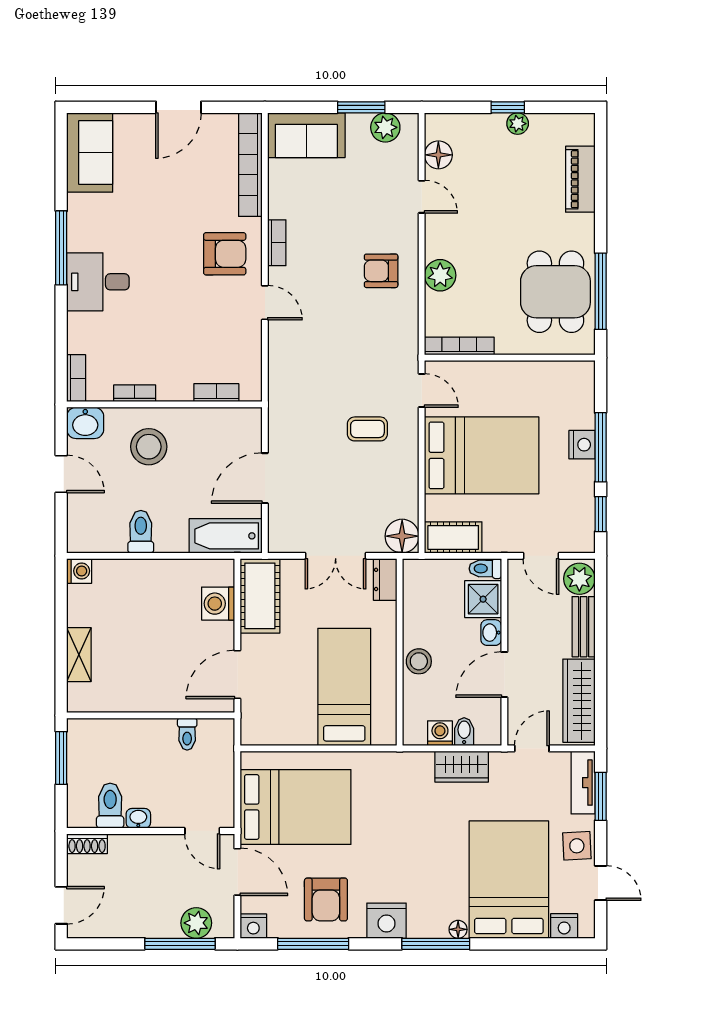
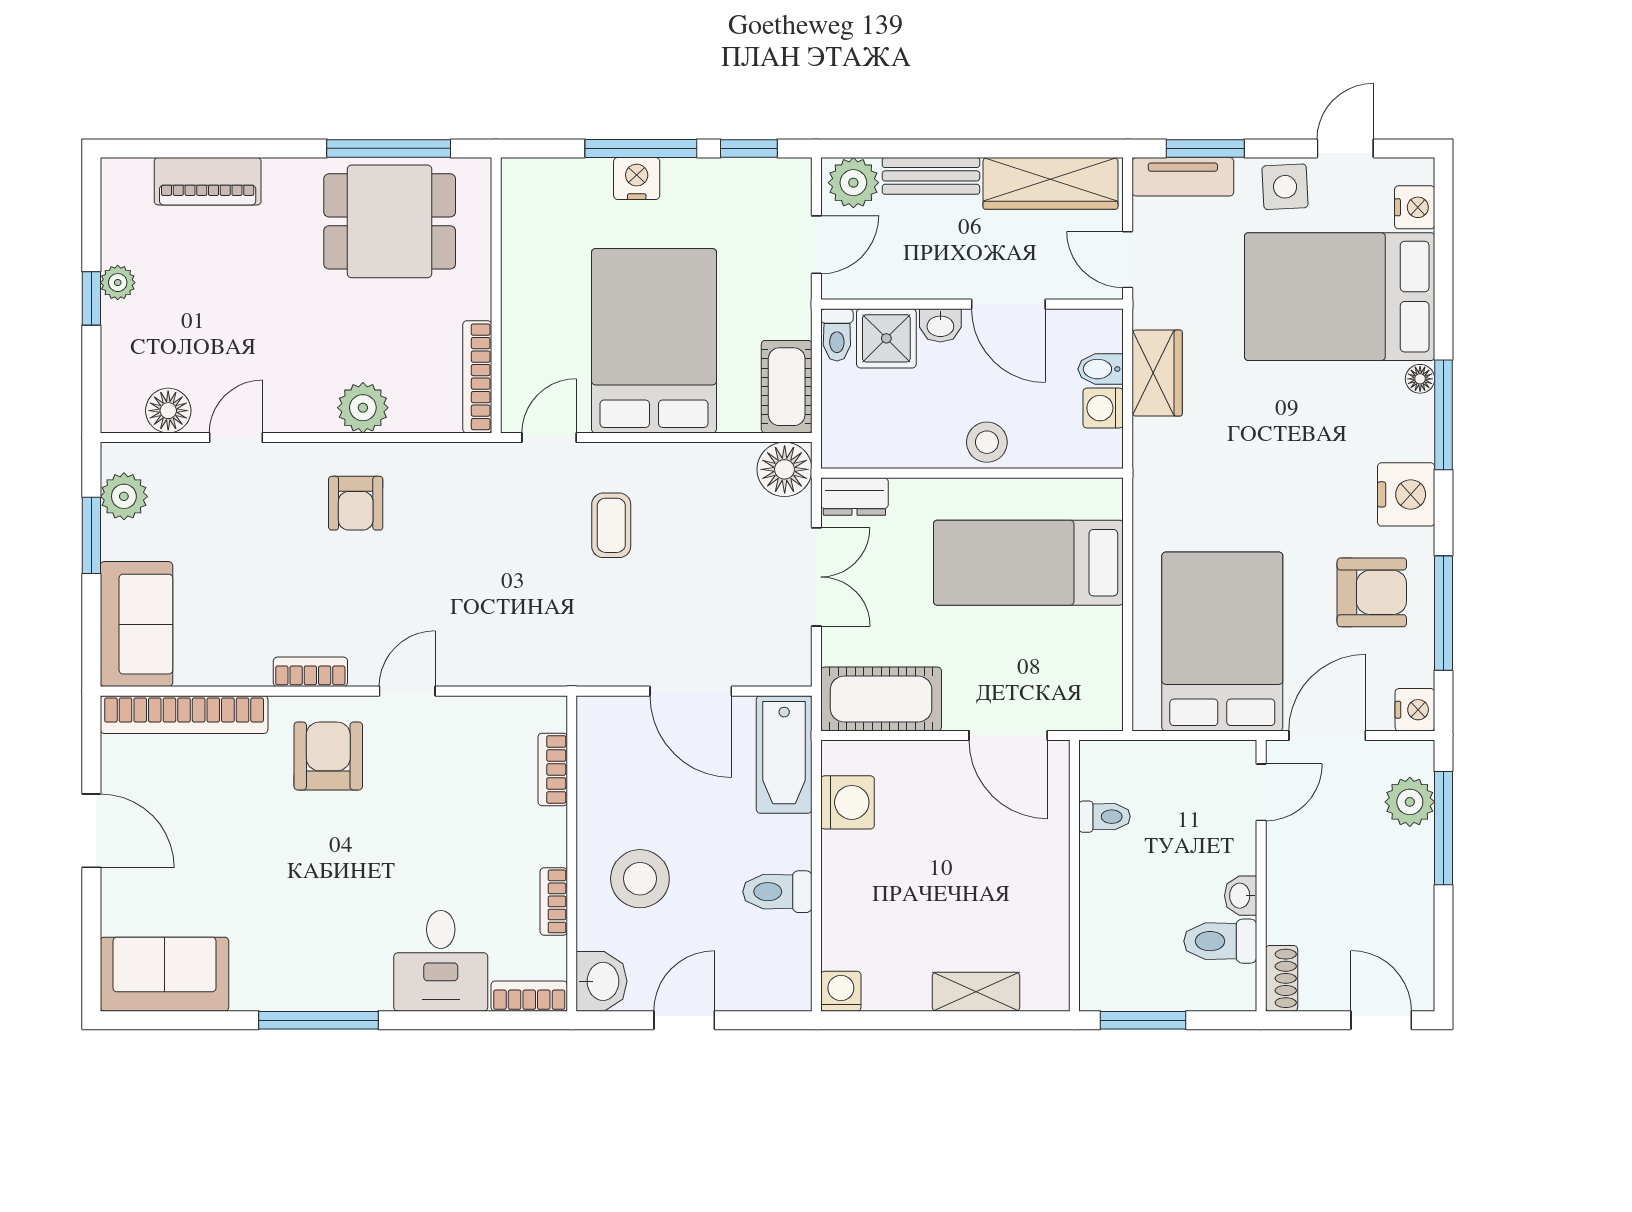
desk: (98, 282) -> (441, 961), moved
washing machine: (218, 604) -> (848, 802), moved, turned -90

